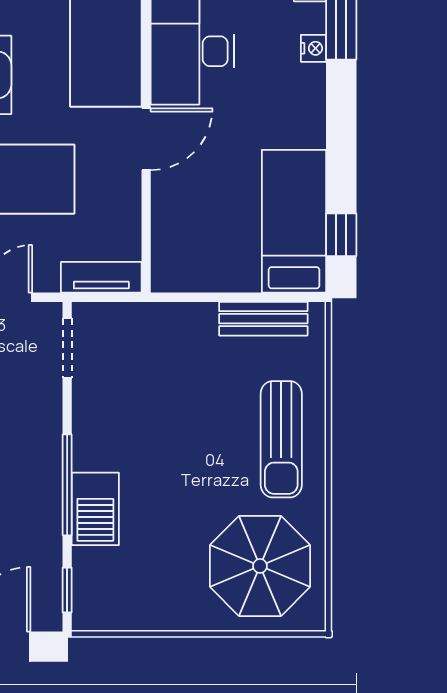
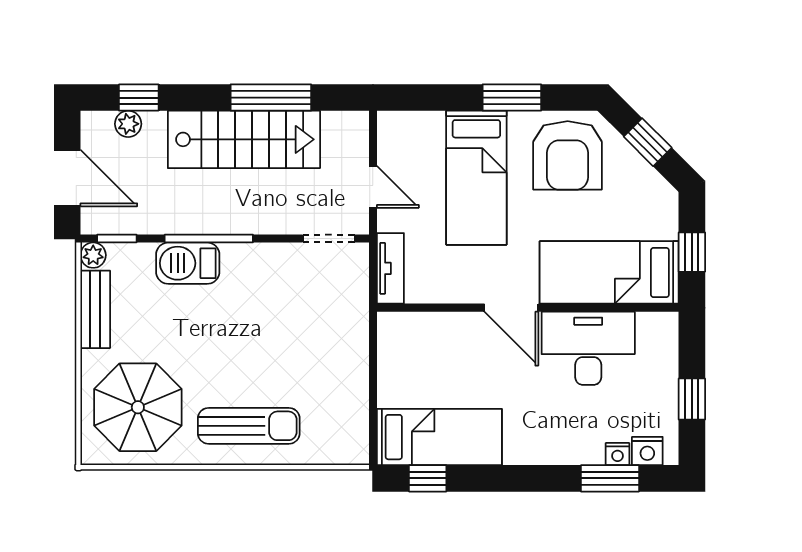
nightstand: (313, 48) -> (617, 454), moved
bench: (263, 319) -> (95, 309), moved
sun lounger: (281, 439) -> (249, 426), turned 180
plant: (86, 617) -> (93, 255), added

